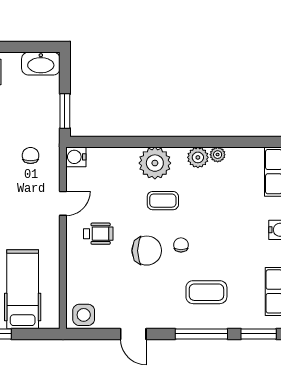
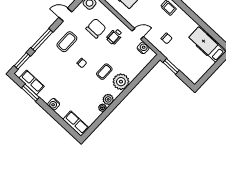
washbasin: (41, 64) -> (197, 74), removed
water cooler: (76, 157) -> (143, 48), moved
door: (63, 203) -> (138, 34), swing flipped
chair: (147, 251) -> (96, 28), moved, turned 180
coffee table: (206, 292) -> (67, 42), moved

